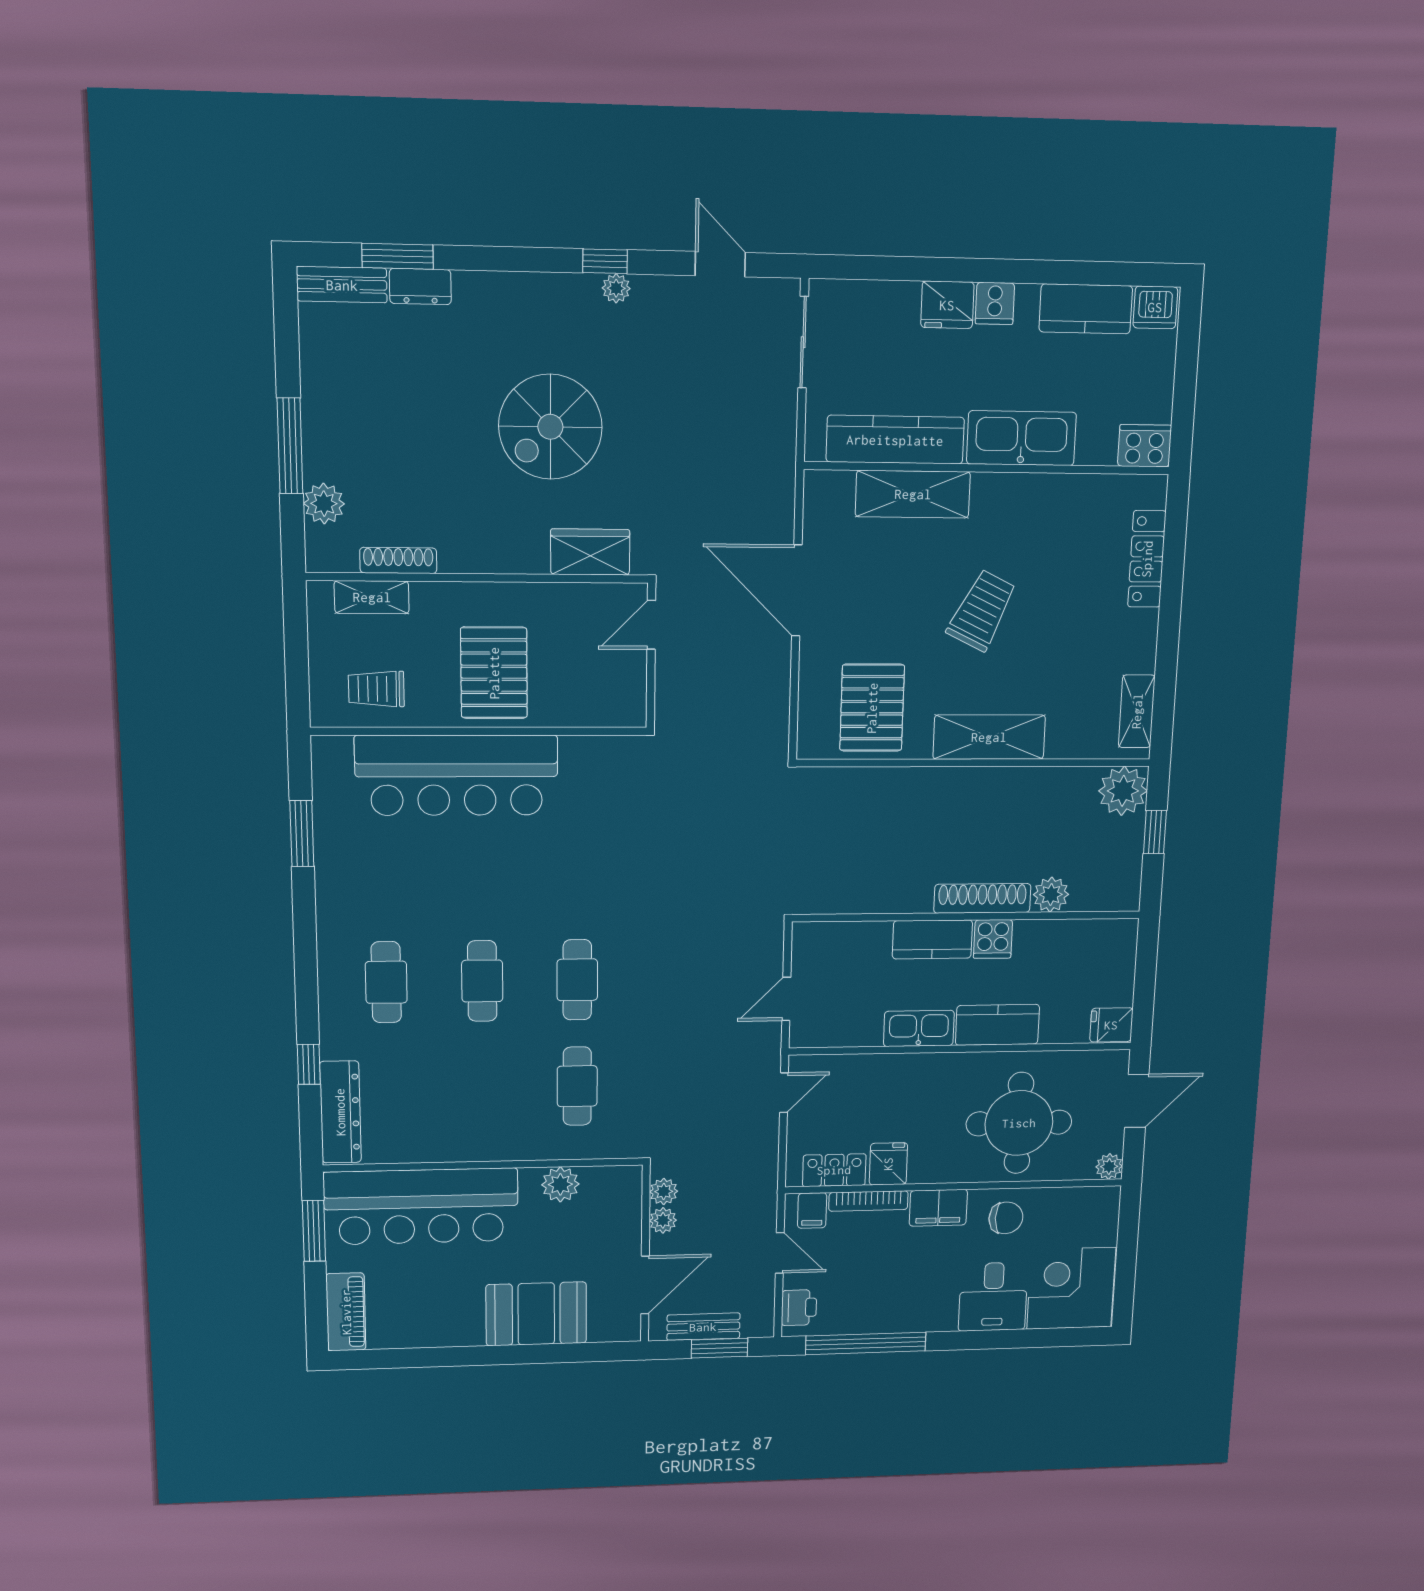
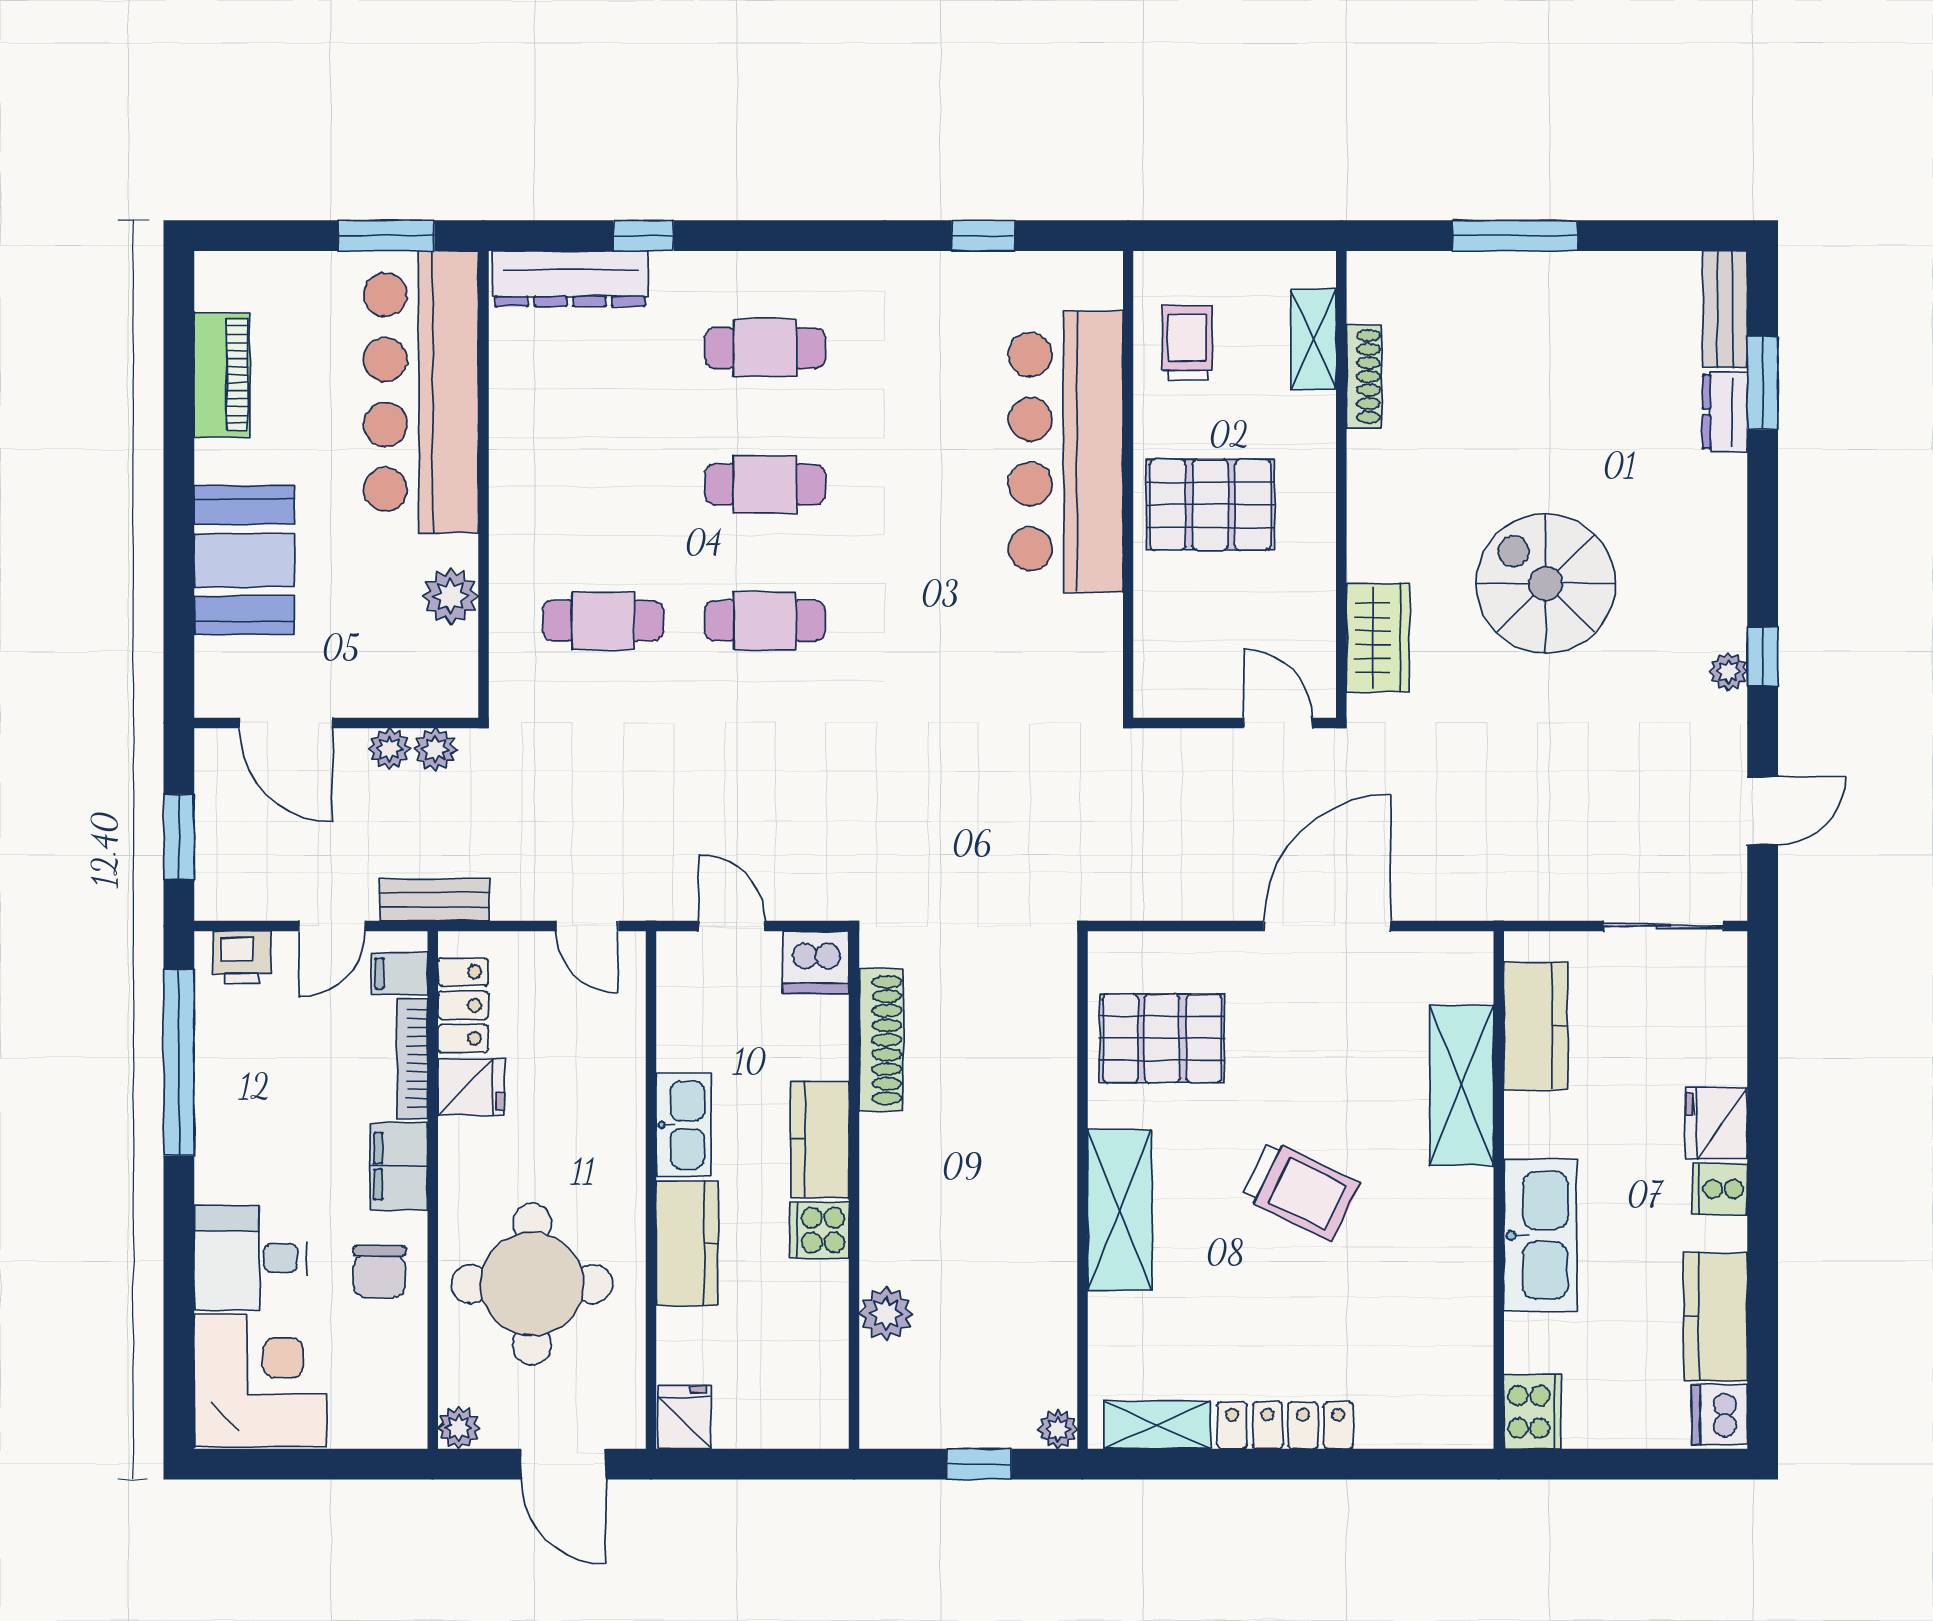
kitchen counter: (895, 440) -> (1536, 1026), width x0.67
plant: (324, 504) -> (1439, 278), removed
locker: (1147, 559) -> (1285, 1425), moved
plant: (1123, 791) -> (1058, 1429), width x0.53, depth x0.53
window: (302, 834) -> (983, 236), width x0.67
shoe rack: (982, 898) -> (881, 1040), moved
dishwasher: (812, 943) -> (816, 962), added
piano: (346, 1312) -> (222, 375), moved, turned -90
bench: (703, 1327) -> (435, 900), moved, turned 90

